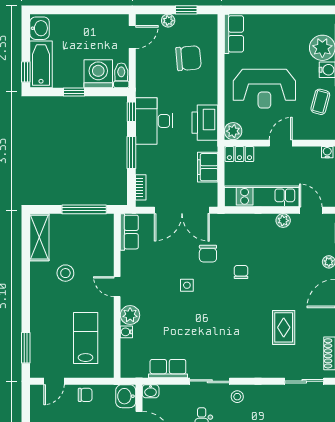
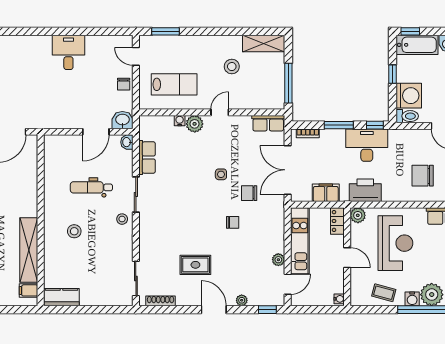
chair: (188, 58) -> (423, 176), turned 95
reception desk: (264, 89) -> (395, 243), turned 180
rug: (284, 327) -> (195, 265), moved

